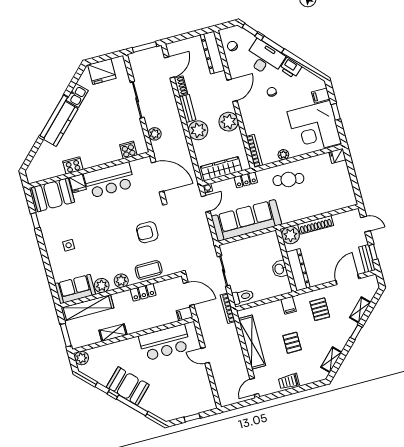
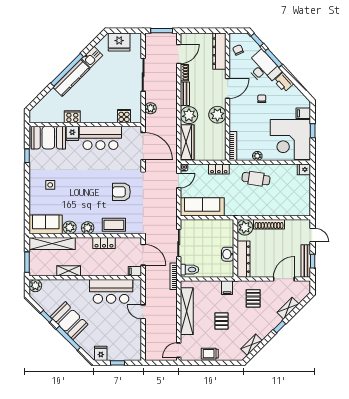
wardrobe: (221, 169) -> (187, 142), moved, turned 90
sofa: (246, 220) -> (202, 207), width x0.74, depth x0.79
bench: (367, 259) -> (306, 261), width x1.36
fridge: (171, 412) -> (101, 353), added

